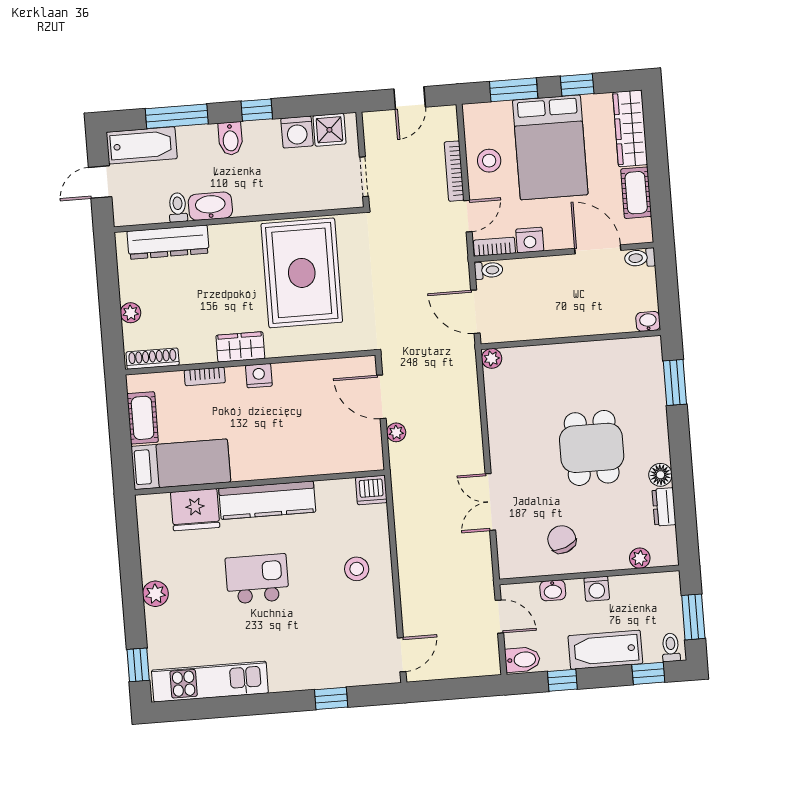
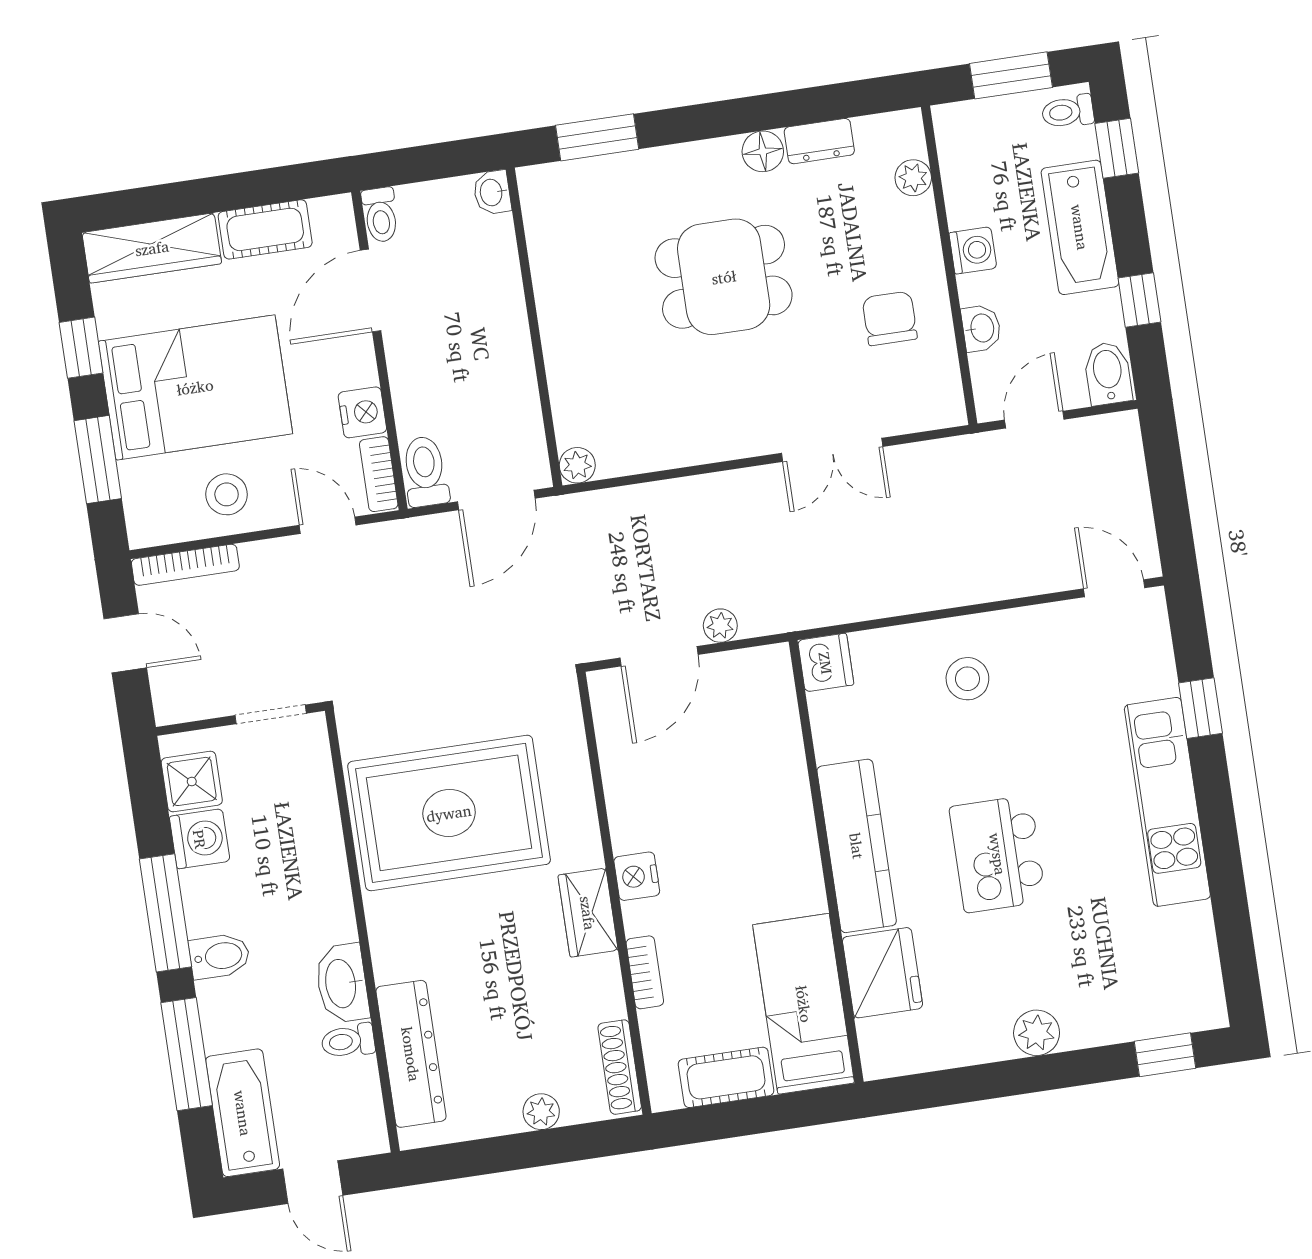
window: (257, 110) -> (166, 913), width x2.17
bookcase: (454, 171) -> (185, 565), moved
toilet: (489, 270) -> (425, 471), width x1.37, depth x1.39
chair: (562, 539) -> (890, 318), turned 111
kitchen unit: (210, 682) -> (1167, 802), moved

